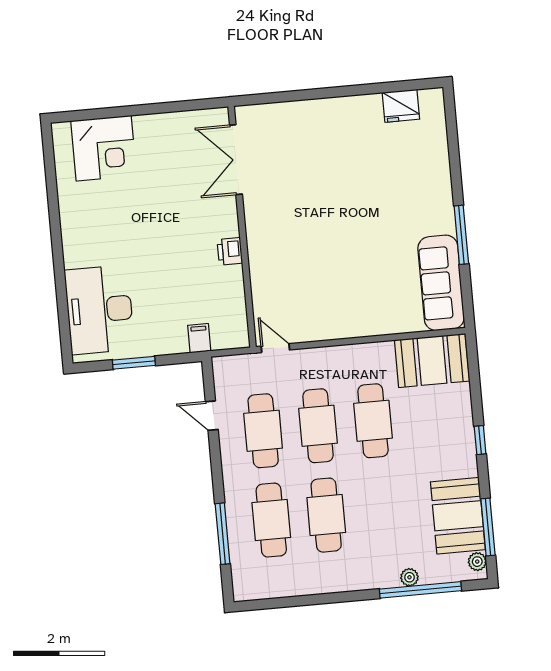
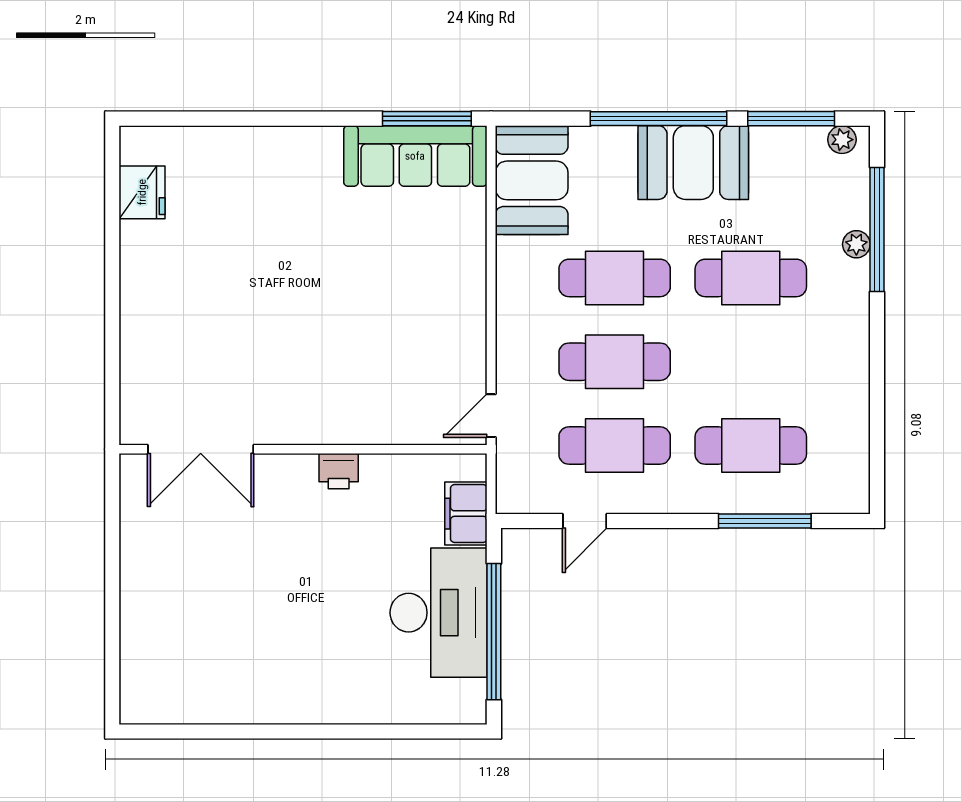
corner desk: (104, 148) -> (165, 648), removed
window: (461, 235) -> (427, 119), moved
desk: (100, 310) -> (439, 613), moved, turned -90
filing cabinet: (199, 338) -> (466, 514), width x2.00
window: (134, 363) -> (494, 632), width x2.11
window: (480, 440) -> (659, 119), width x3.17
cafe table: (326, 515) -> (751, 278), moved
booth: (458, 516) -> (693, 163), moved

